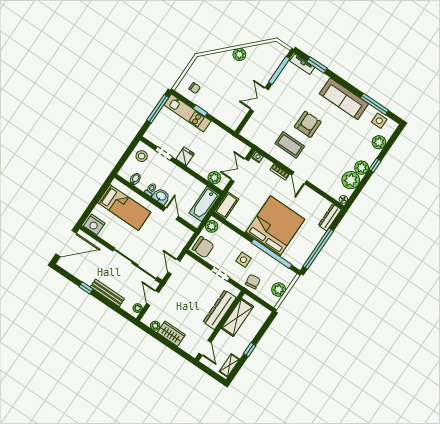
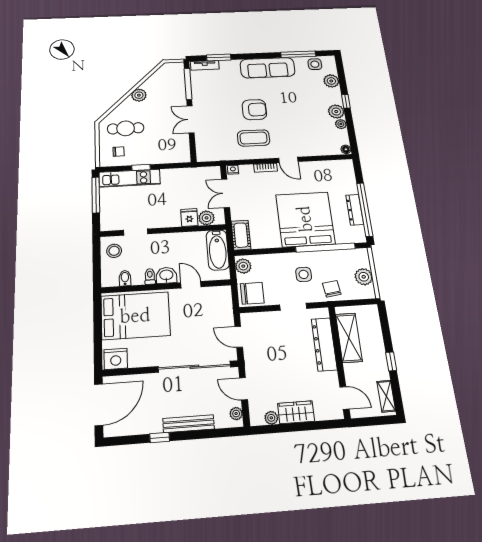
cafe table: (212, 74) -> (126, 128), added
armchair: (308, 124) -> (254, 110), turned 90
fridge: (185, 156) -> (189, 217), moved
plant: (351, 180) -> (341, 124), width x0.53, depth x0.53
bed: (124, 207) -> (135, 316), width x1.50
dresser: (330, 217) -> (355, 210), moved

